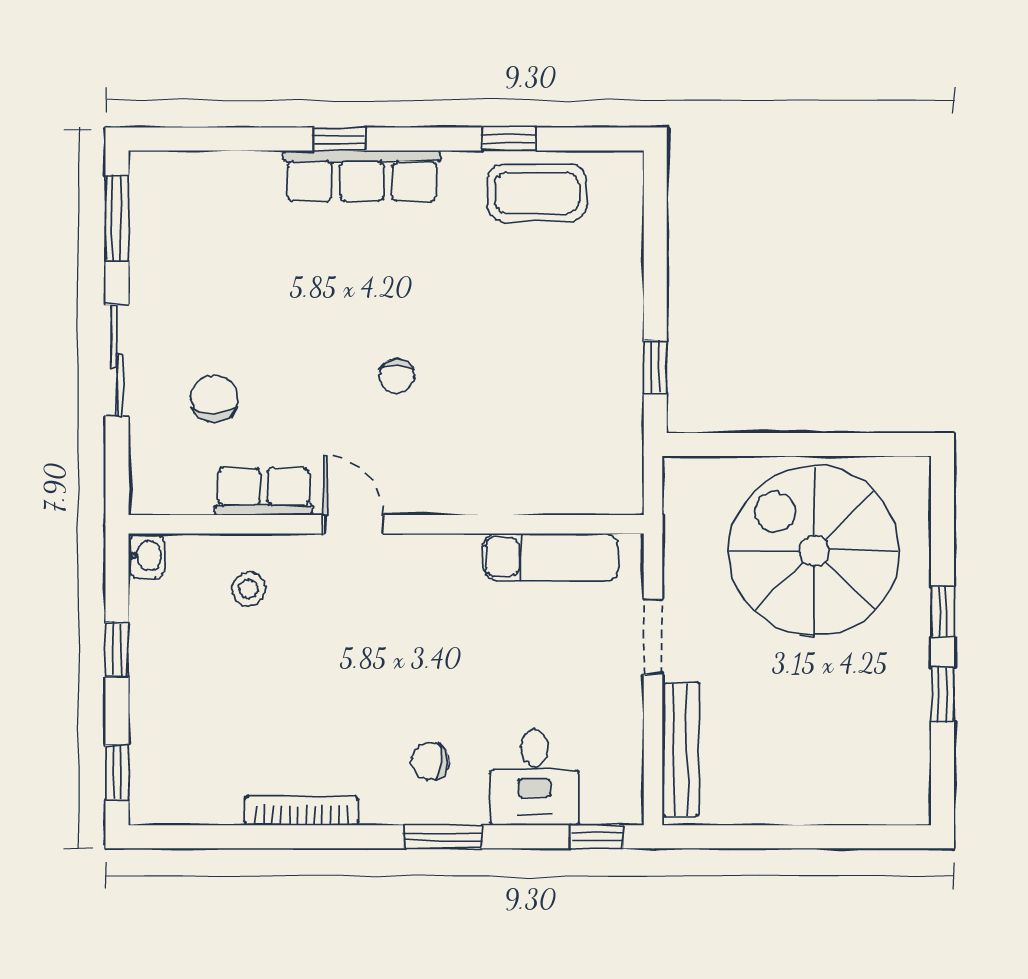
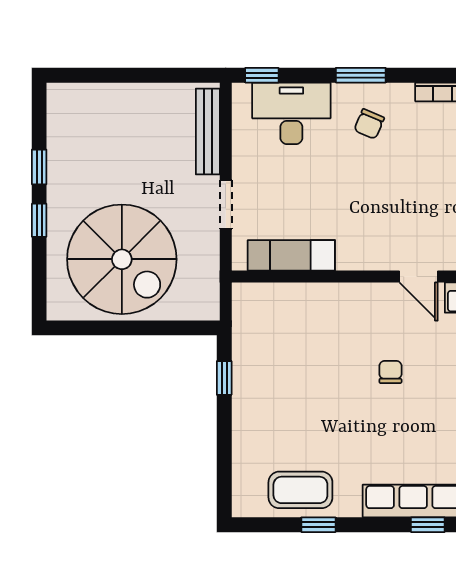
chair: (430, 761) -> (369, 124), turned 110
desk: (534, 778) -> (291, 113), width x1.37

